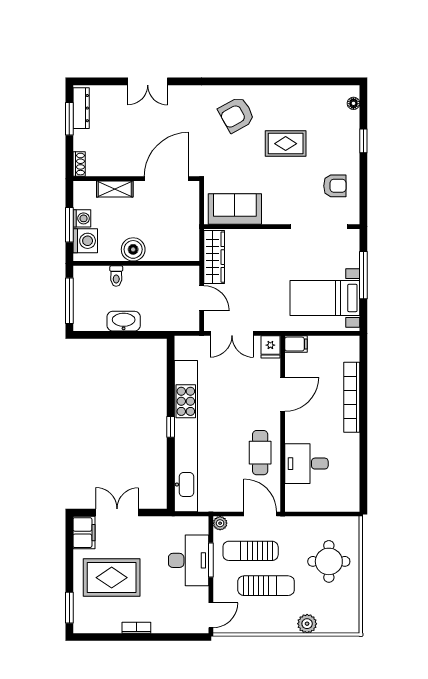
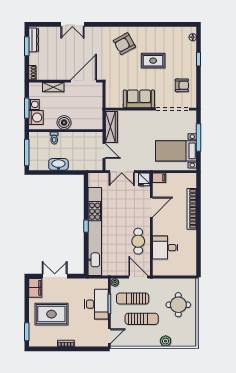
sofa: (235, 209) -> (139, 99), moved

